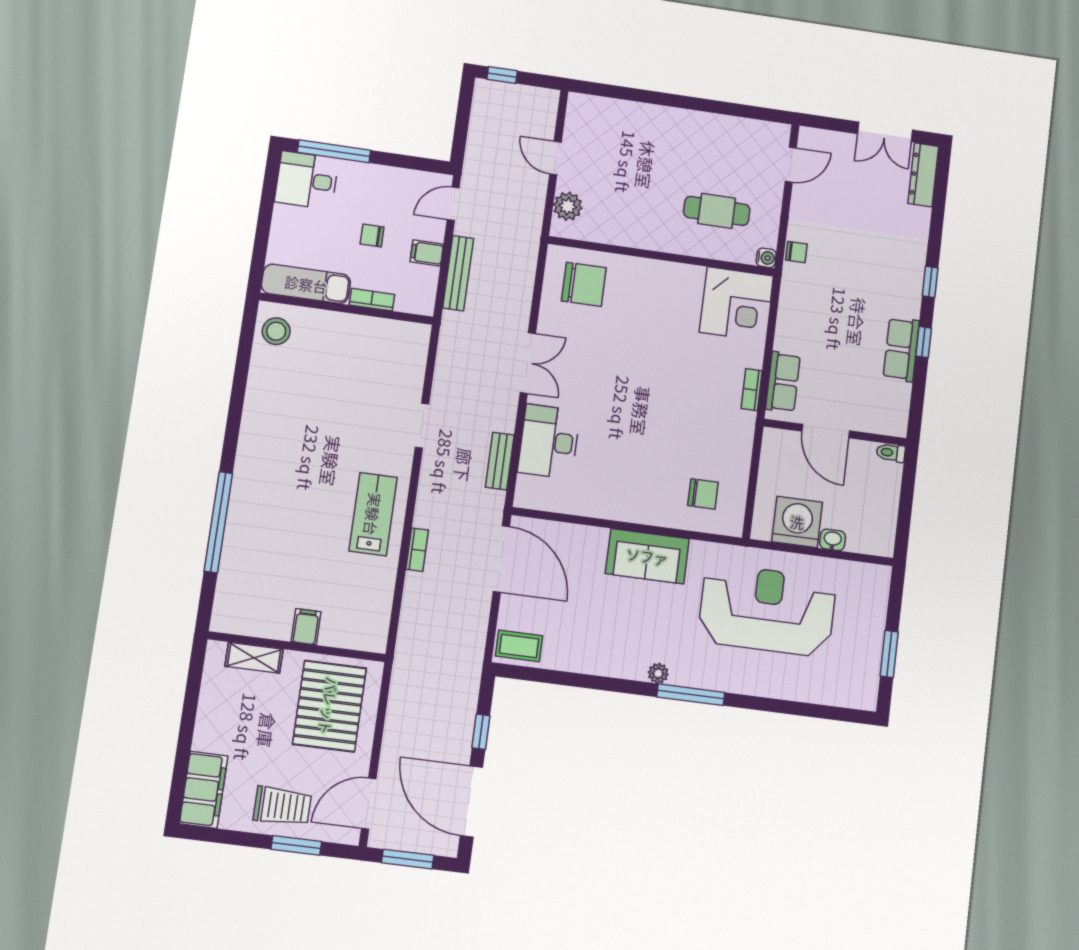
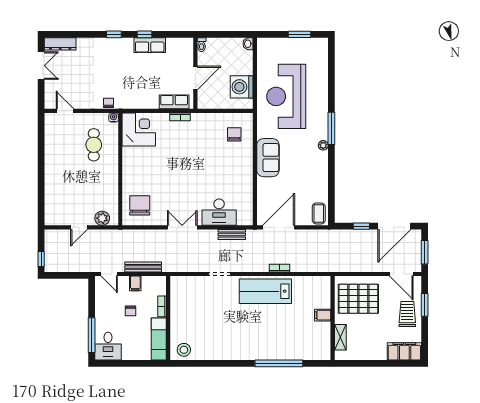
lab bench: (373, 514) -> (265, 291), width x1.36, depth x1.39
washbasin: (833, 540) -> (248, 44), moved

